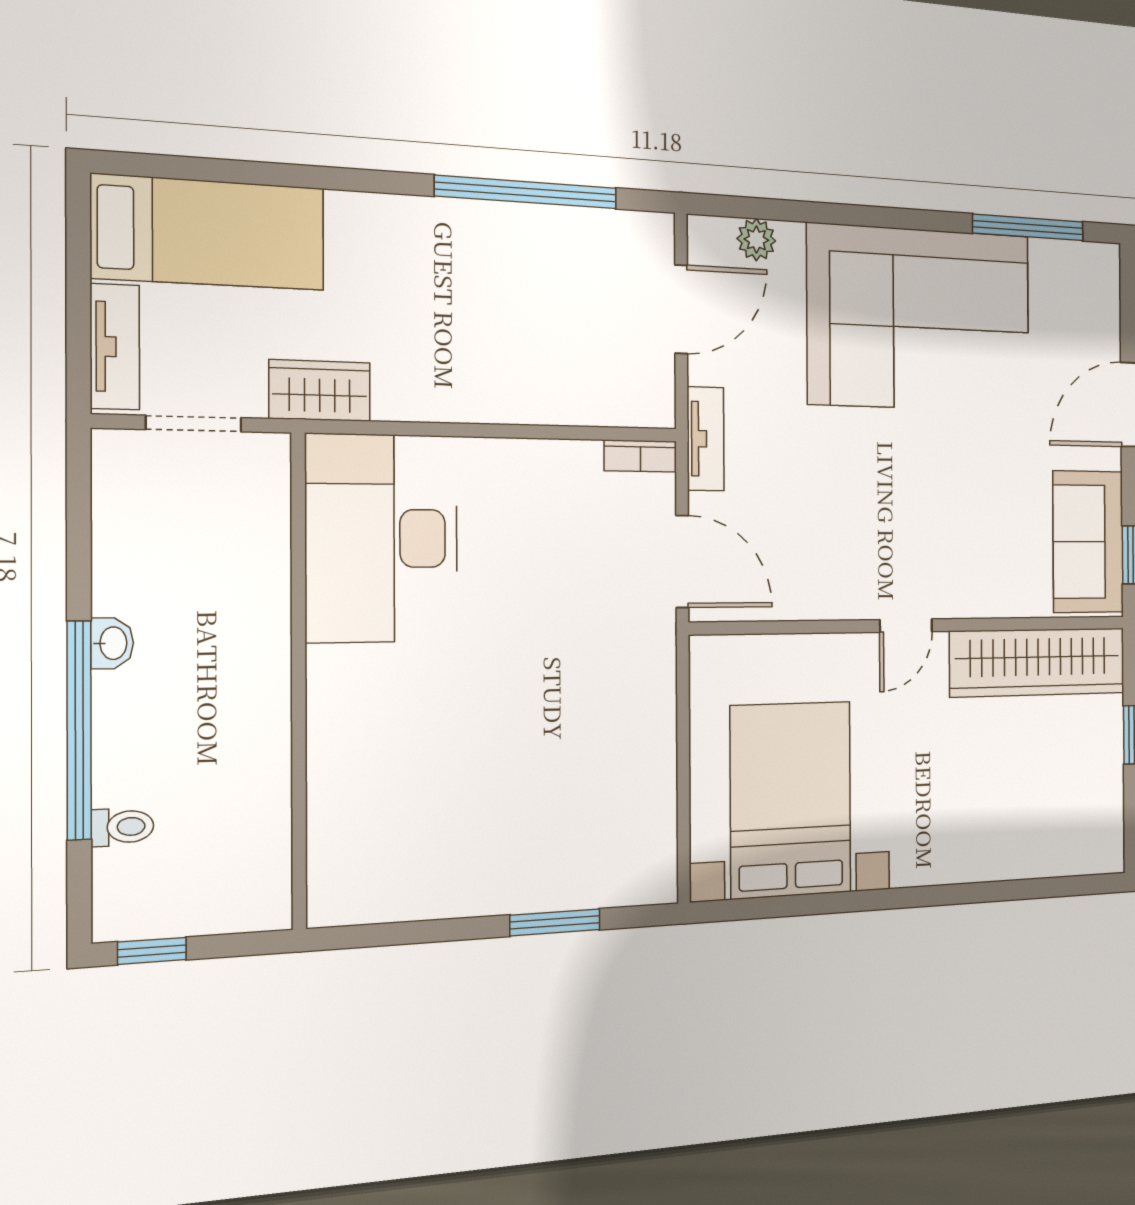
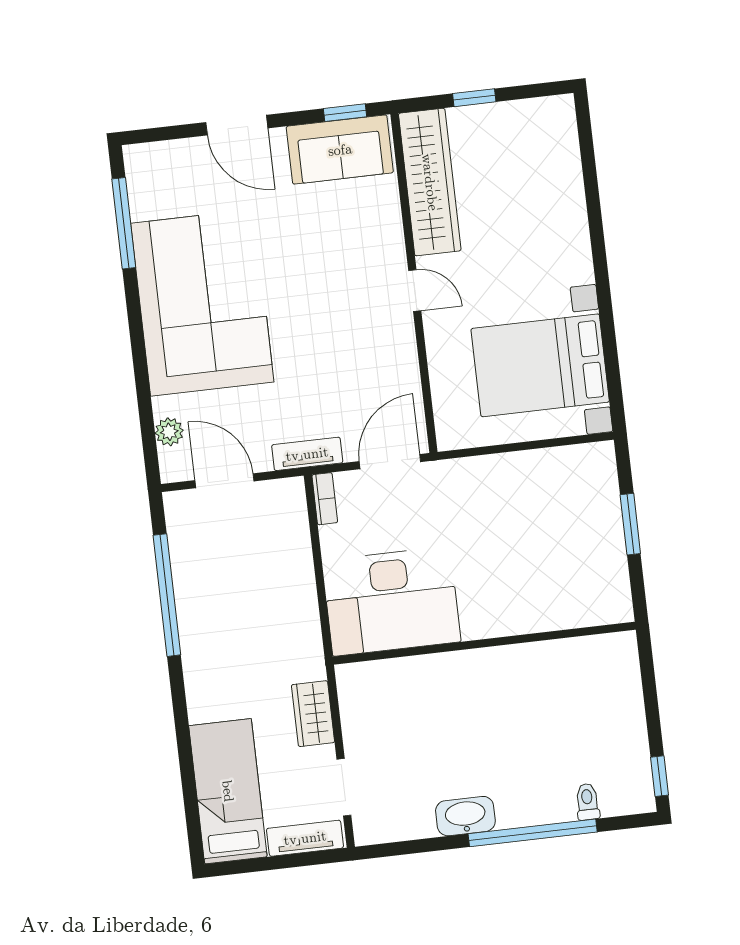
desk: (382, 538) -> (391, 601), moved
washbasin: (112, 643) -> (465, 816), width x1.91, depth x1.45
wall: (299, 681) -> (484, 643), moved

